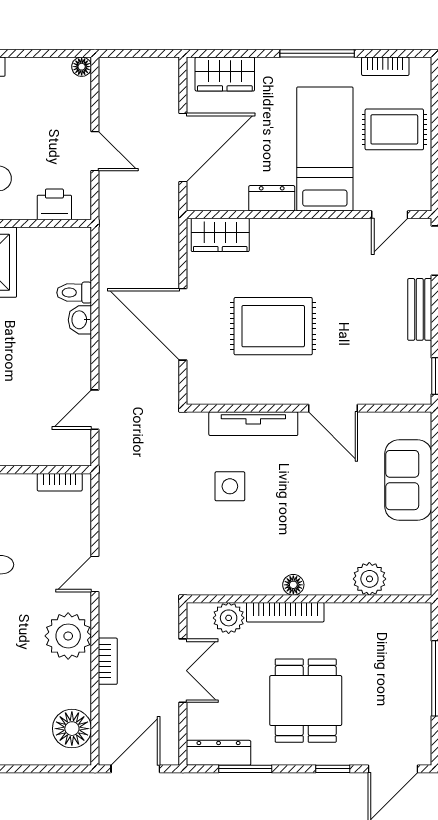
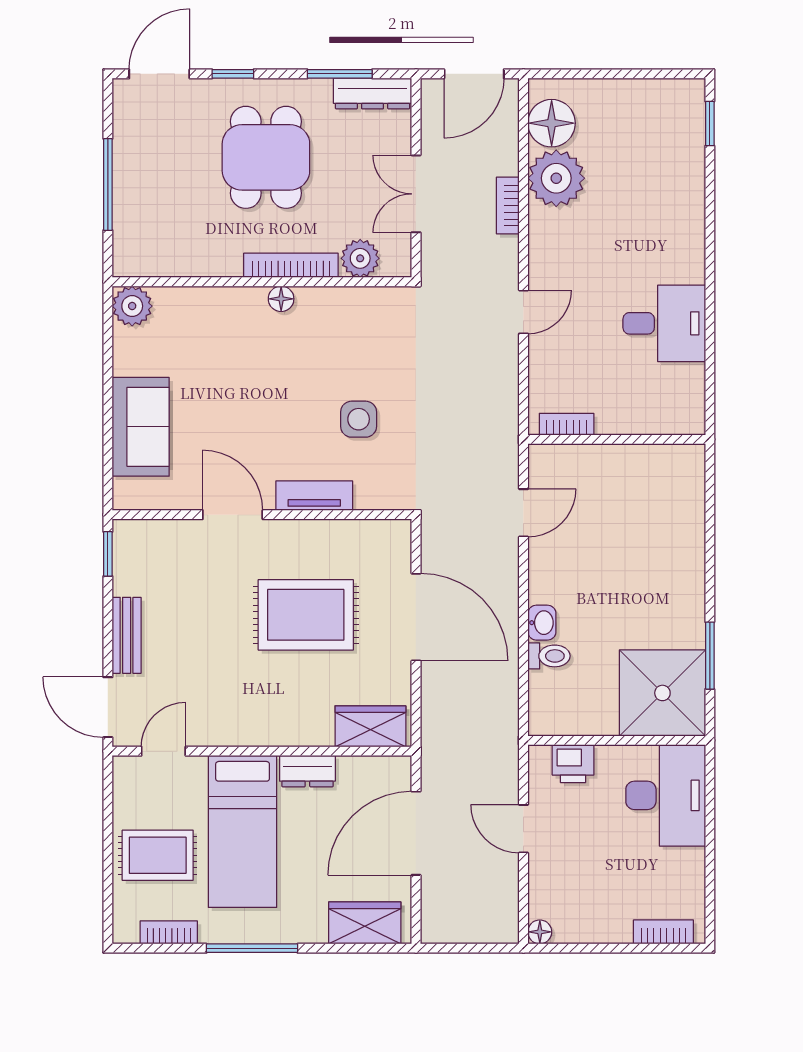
tv unit: (253, 424) -> (314, 496), width x0.71
plant: (369, 579) -> (132, 306), moved
plant: (68, 636) -> (556, 178), moved

